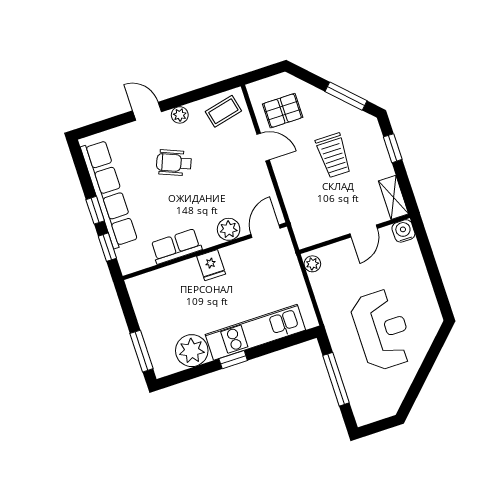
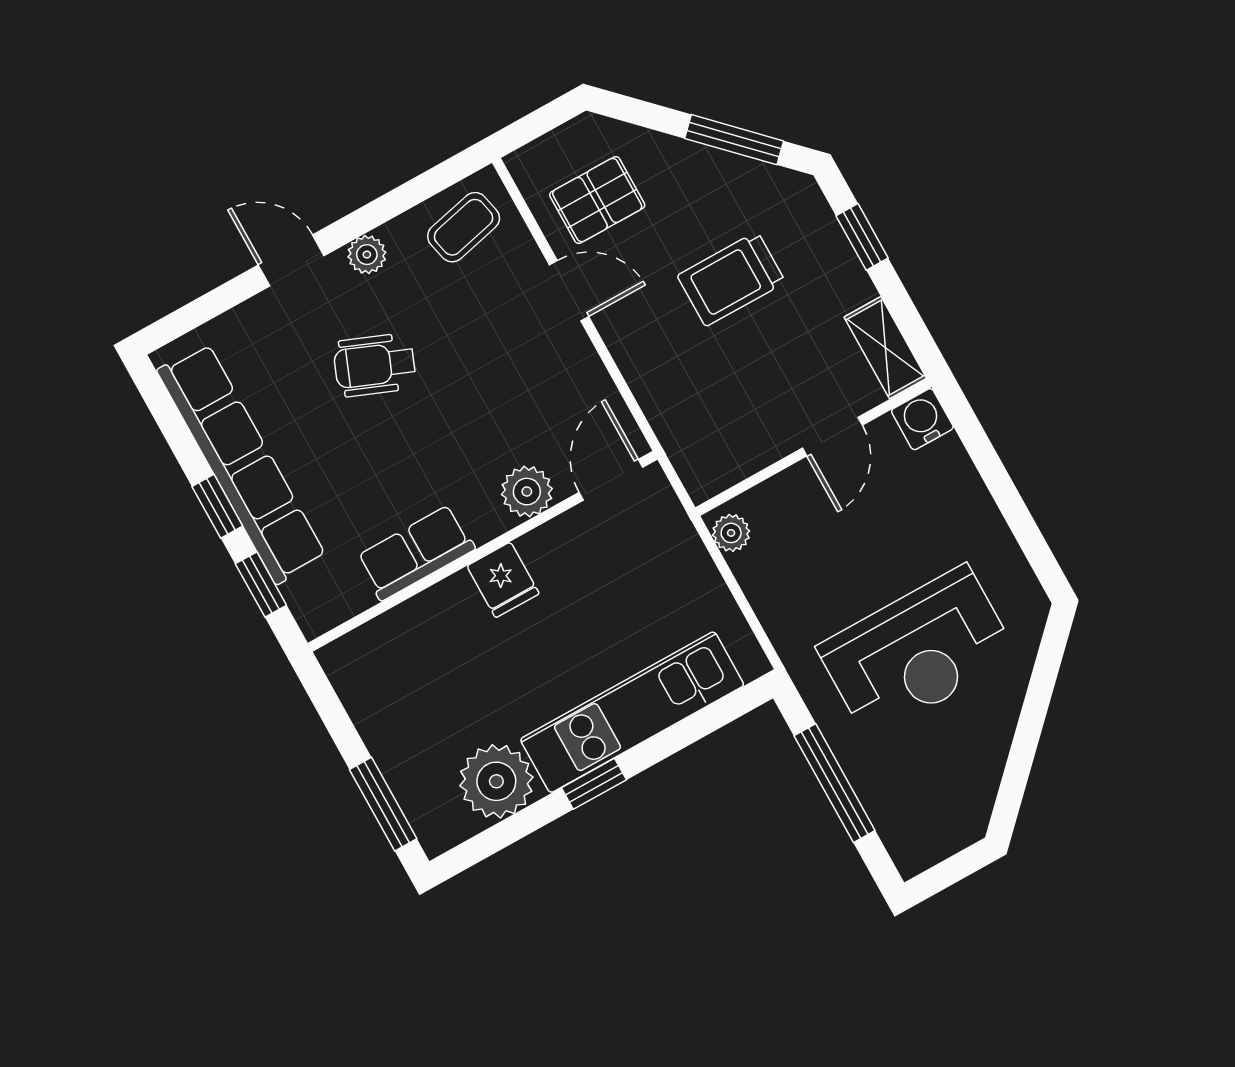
trolley: (333, 155) -> (731, 279), turned 90
reception desk: (382, 330) -> (917, 652), turned 90

